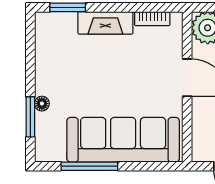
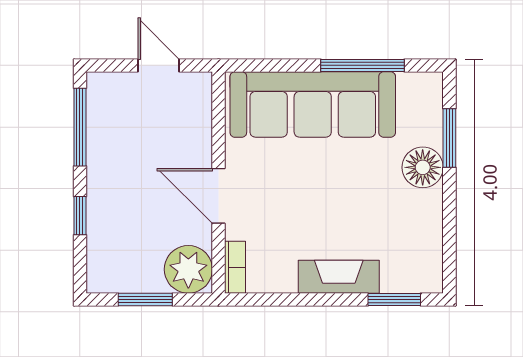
bookcase: (152, 19) -> (235, 267), moved, turned 90
floor lamp: (42, 104) -> (423, 167), width x1.89, depth x1.89

